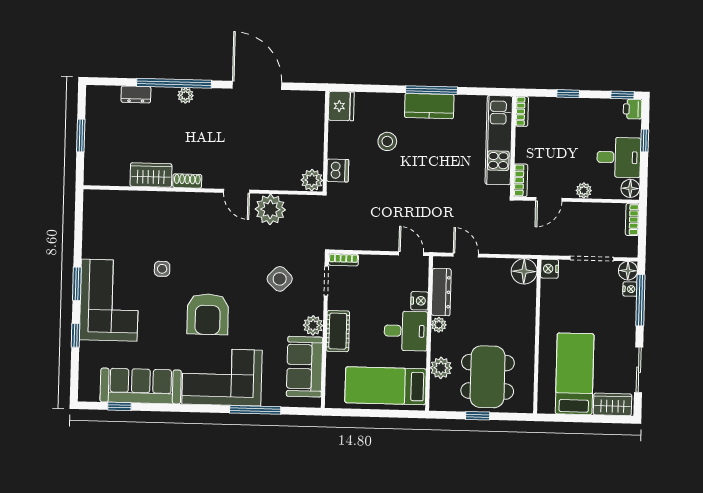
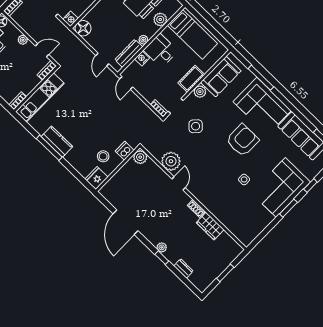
window: (174, 83) -> (162, 258), width x0.32
stool: (387, 141) -> (103, 156), moved

